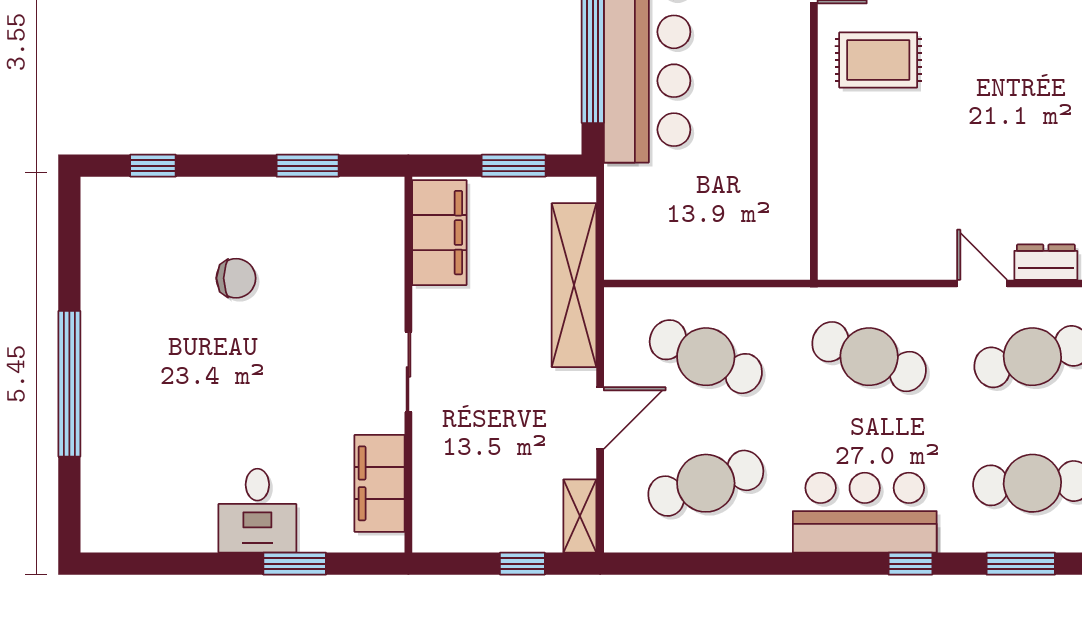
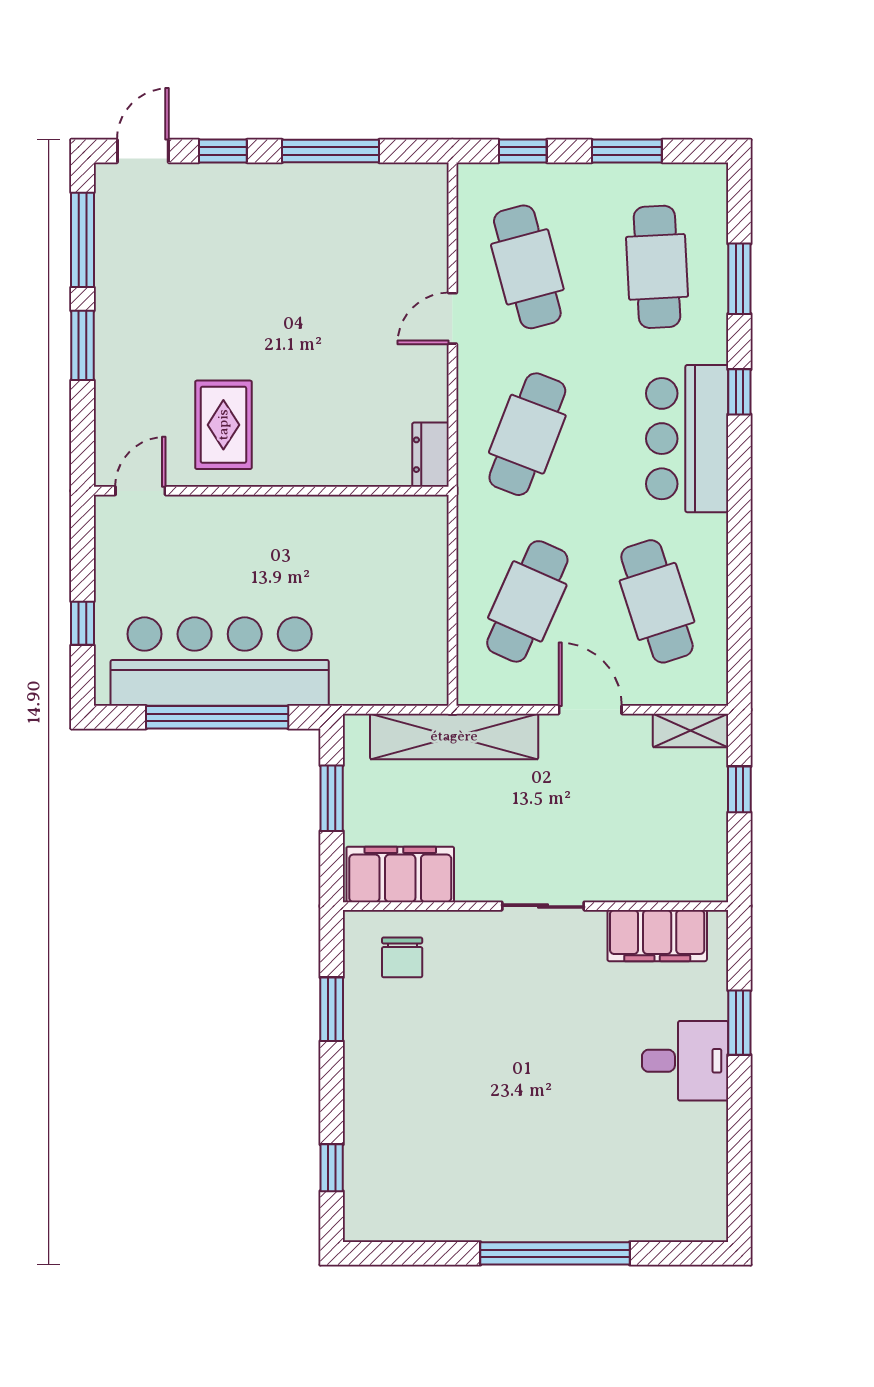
dresser: (1046, 262) -> (431, 455), moved
chair: (236, 278) -> (402, 957), moved, turned 180

